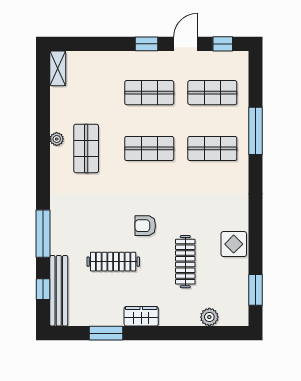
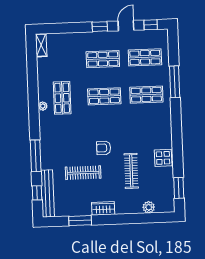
plant: (57, 139) -> (43, 106), moved

